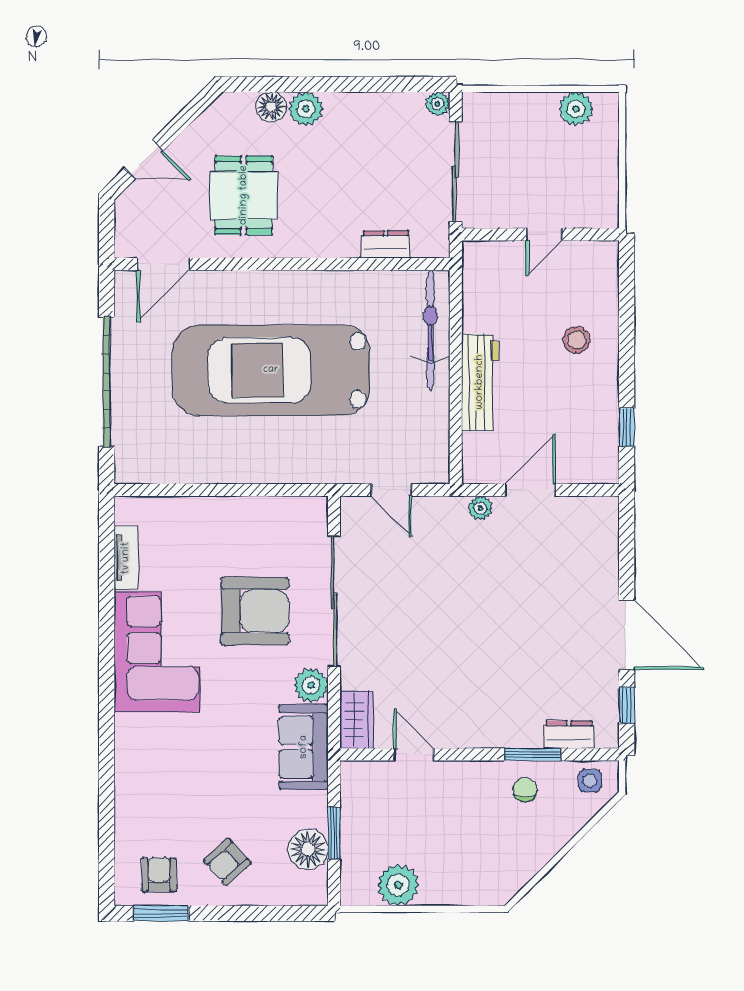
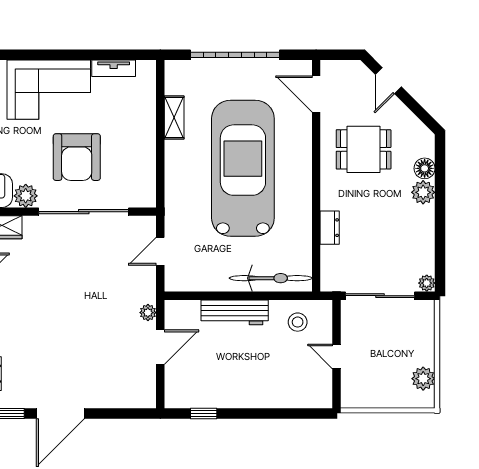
dresser: (386, 244) -> (330, 228), moved
stool: (576, 340) -> (298, 322), moved
shelving: (197, 470) -> (174, 117), added
door: (531, 490) -> (160, 347), hinge flipped

